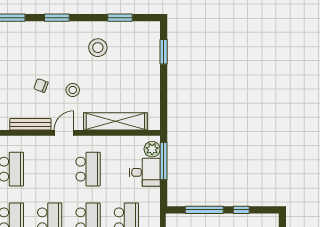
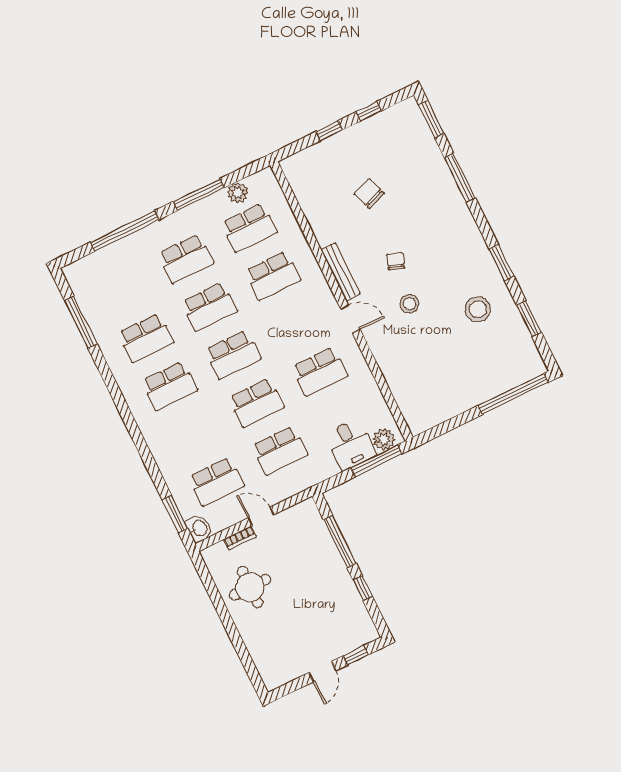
window: (57, 18) -> (502, 263), moved
window: (164, 52) -> (513, 394), width x2.11
shelving: (115, 121) -> (396, 376), removed

